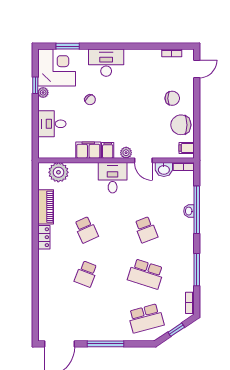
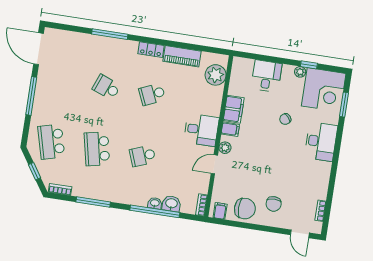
chair: (181, 125) -> (245, 209), turned 90
washbasin: (164, 169) -> (171, 204), moved, turned 90
school desk: (146, 274) -> (97, 149), turned -30
window: (35, 279) -> (110, 34), added

